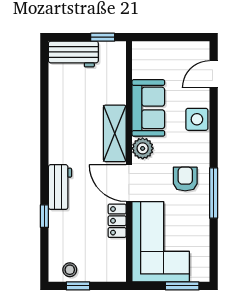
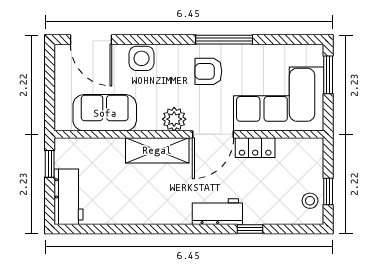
door: (214, 74) -> (91, 40), width x1.38
sofa: (148, 108) -> (105, 113), moved

